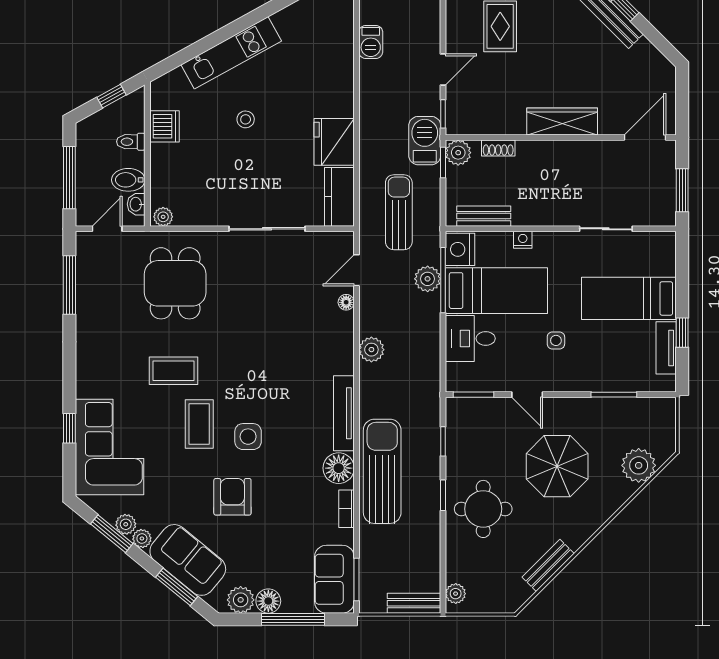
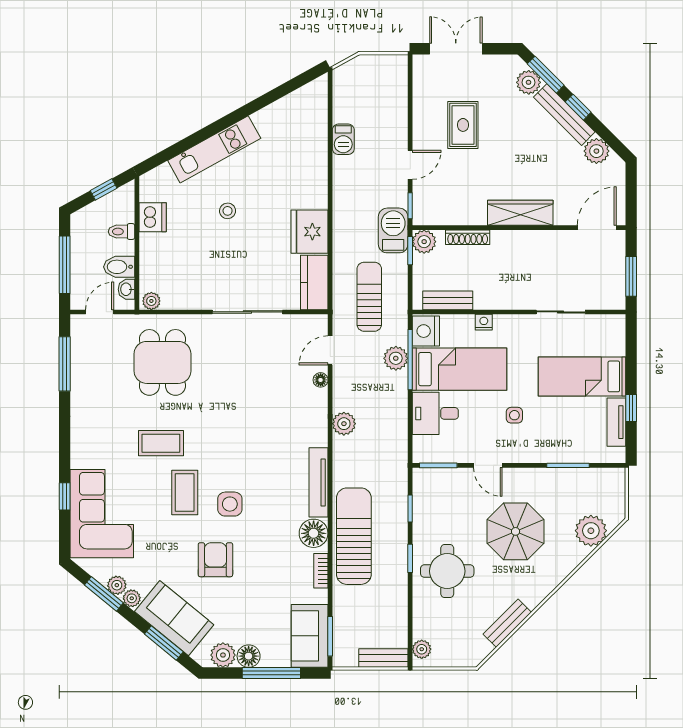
plant: (645, 55) -> (596, 151), added
shoe rack: (498, 148) -> (468, 237), width x1.43

